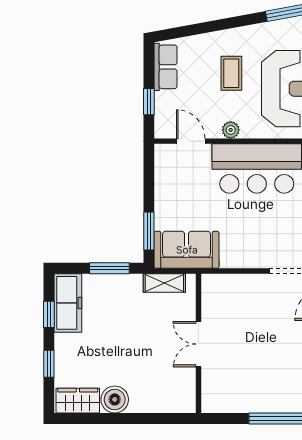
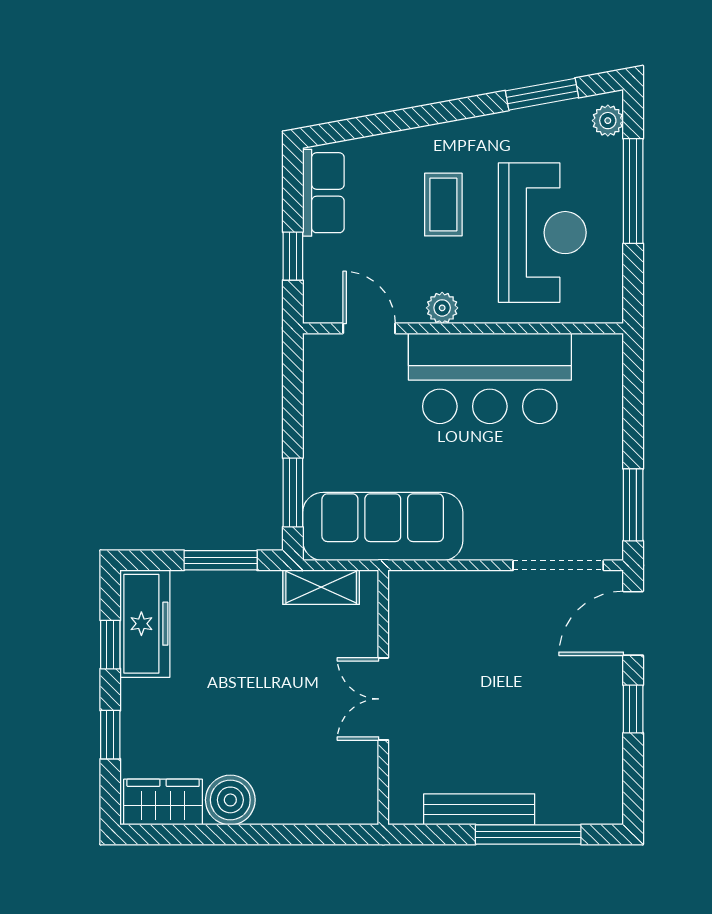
sofa: (187, 250) -> (383, 527), width x1.36
bench: (251, 405) -> (479, 809), added

